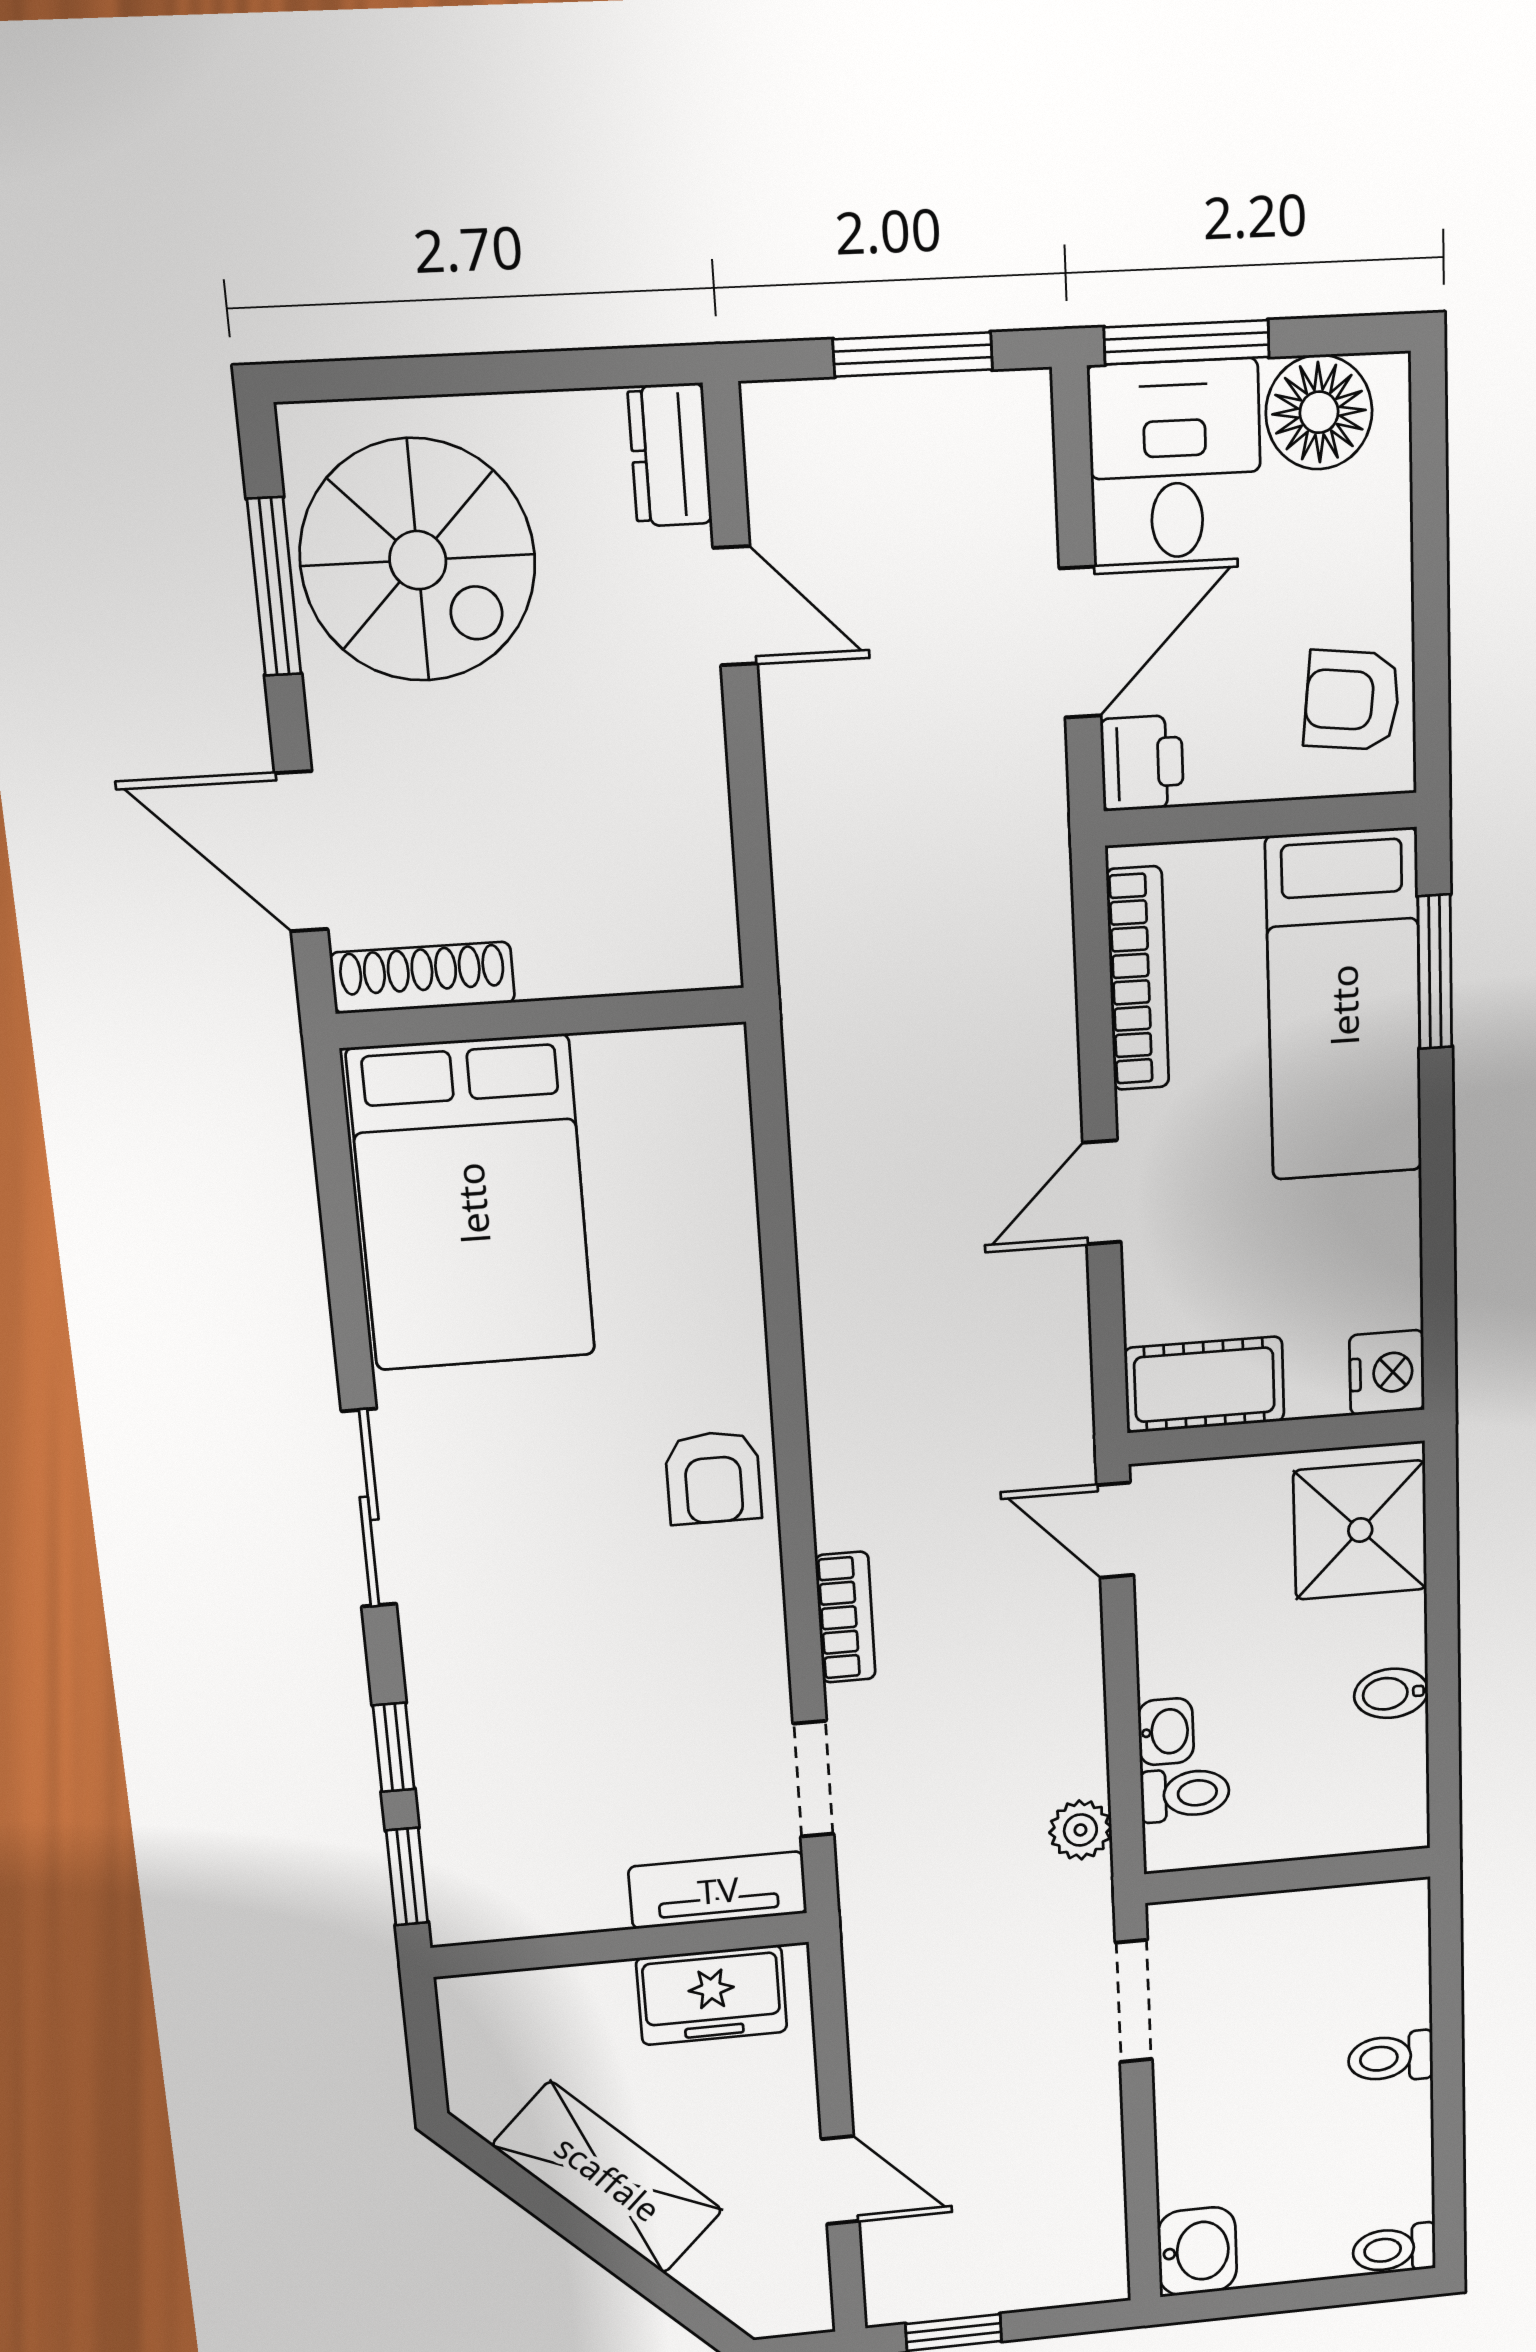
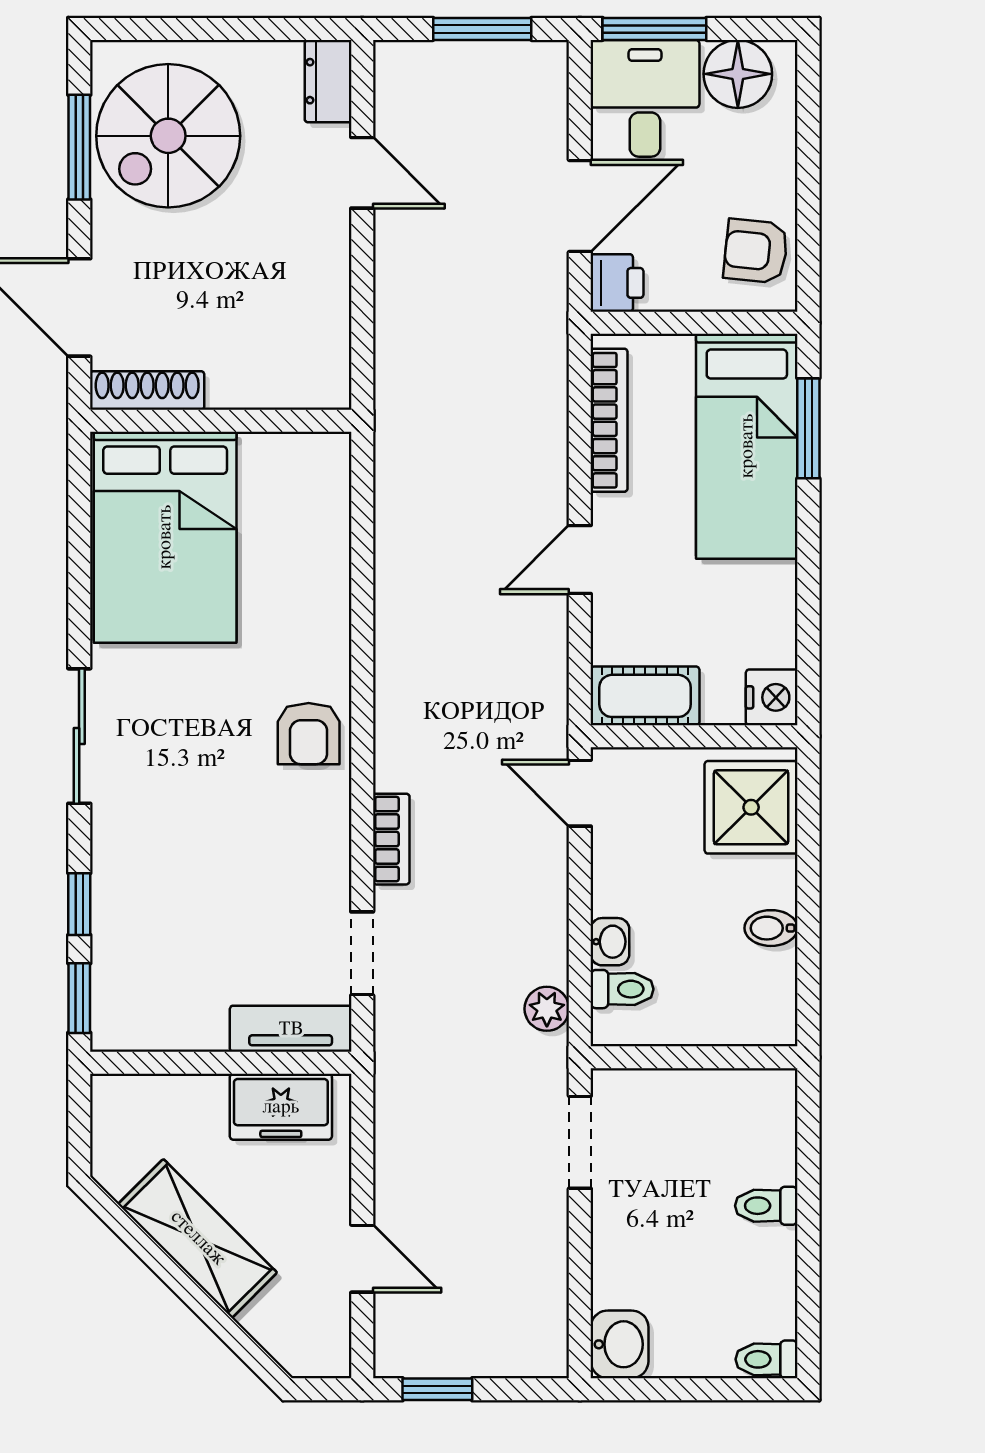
spiral stairs: (418, 560) -> (168, 136), turned 90

